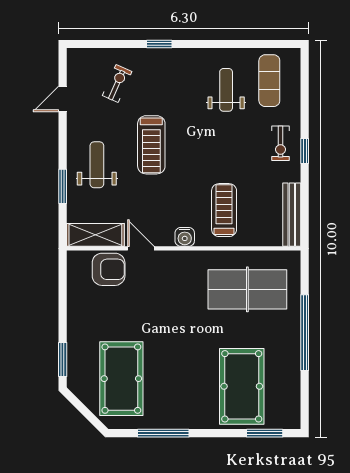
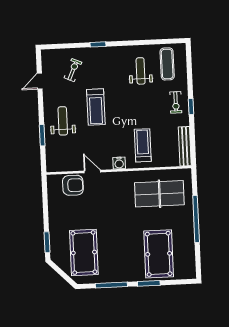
shelving: (95, 235) -> (64, 164), removed
window: (265, 433) -> (149, 283), moved

